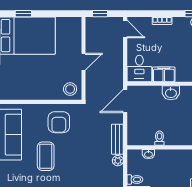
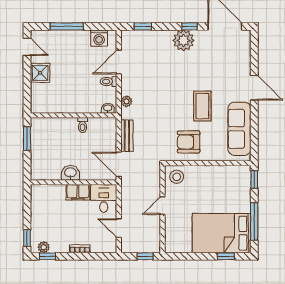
door: (125, 29) -> (119, 228), moved
door: (125, 101) -> (119, 164), swing flipped
armchair: (59, 122) -> (189, 142), turned -90
bench: (117, 139) -> (127, 136), moved
washbasin: (148, 154) -> (108, 108), moved

